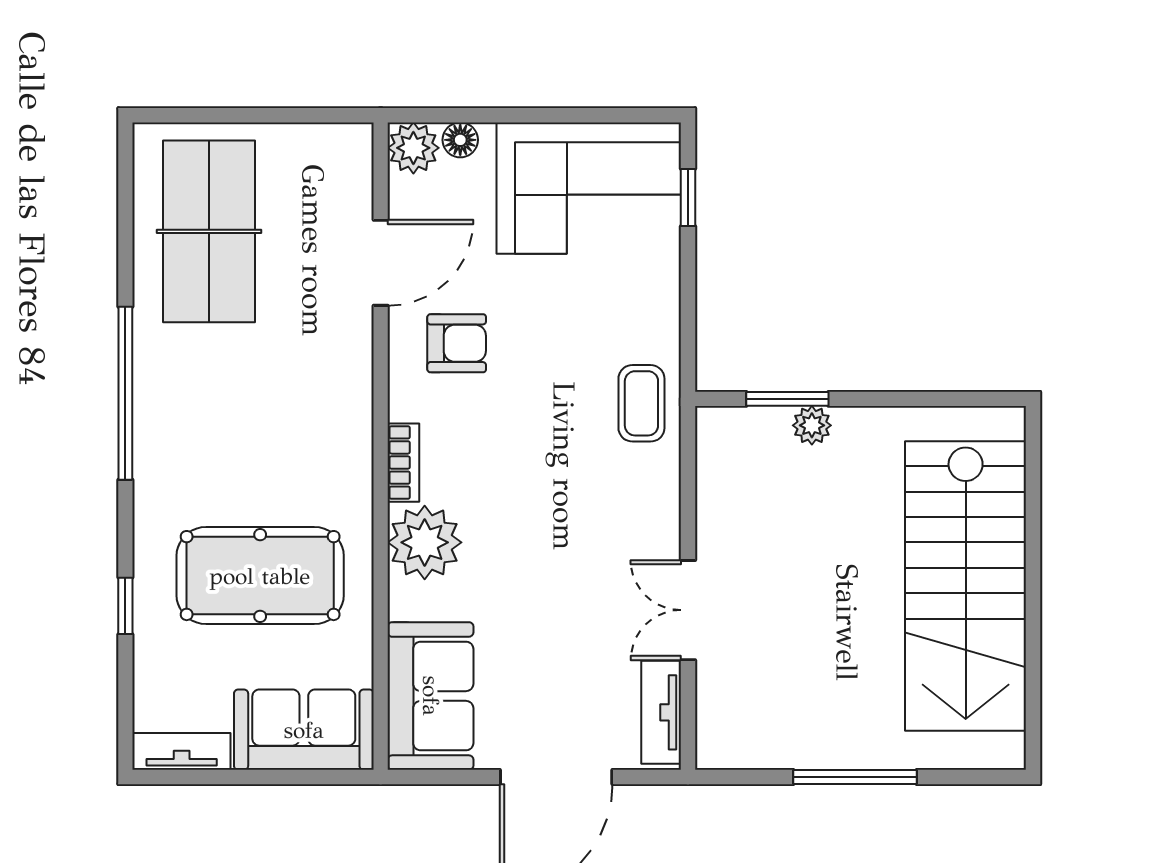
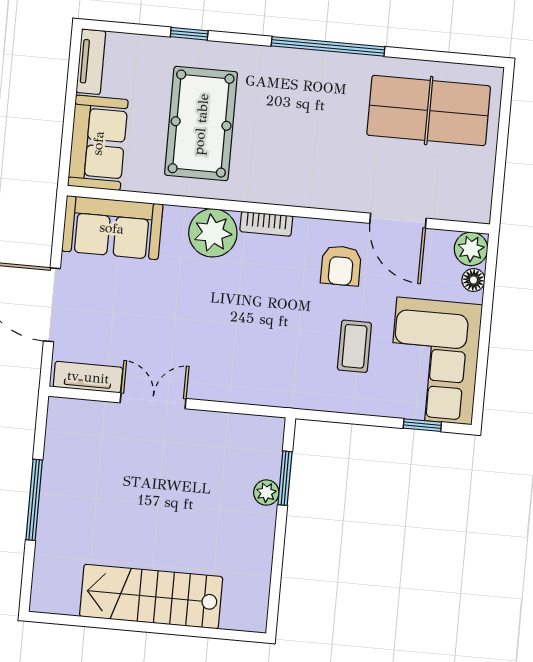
coffee table: (641, 403) -> (354, 346), moved, turned 90
stairs: (966, 586) -> (151, 597), width x0.73, depth x0.66

